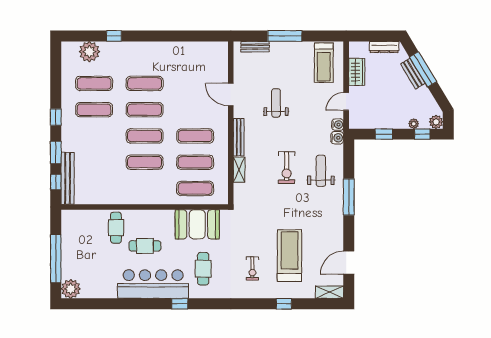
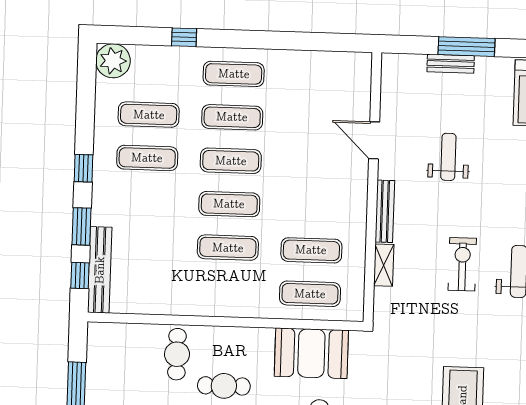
bench: (255, 47) -> (451, 64), moved
plant: (89, 52) -> (113, 61), moved
exercise mat: (195, 136) -> (234, 74), moved
exercise bike: (287, 168) -> (462, 264), turned 180

